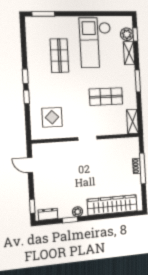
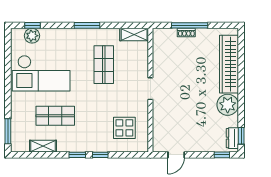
shelving: (129, 53) -> (43, 146), moved
plant: (78, 212) -> (228, 105), width x1.88, depth x1.88
window: (70, 220) -> (241, 136), moved

